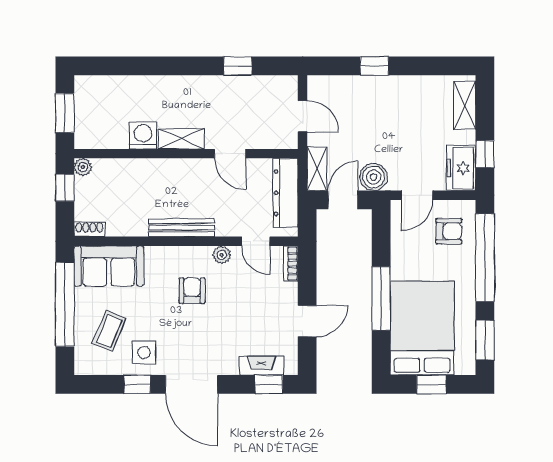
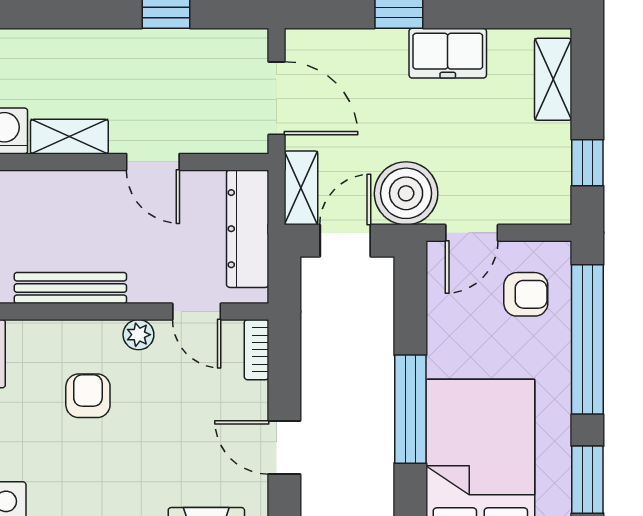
door: (303, 116) -> (276, 98), width x1.37
freezer: (461, 168) -> (448, 53), moved, turned -90
boiler: (374, 177) -> (406, 193), width x1.37, depth x1.37
door: (307, 321) -> (284, 447), swing flipped

